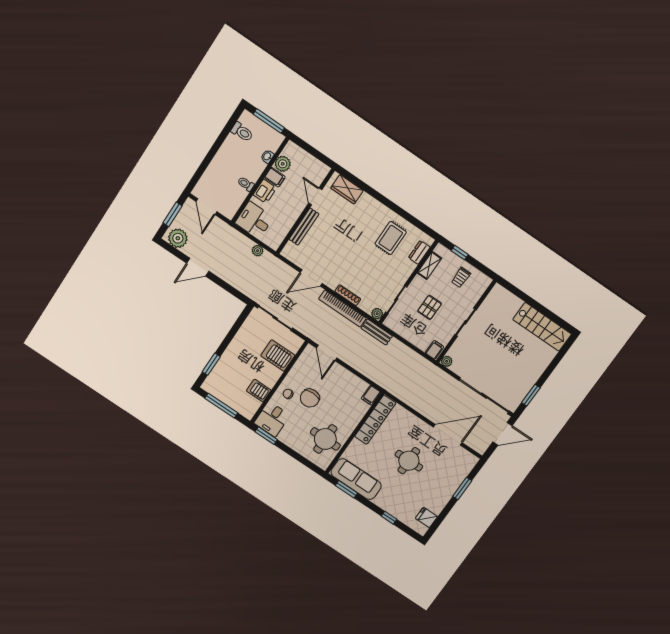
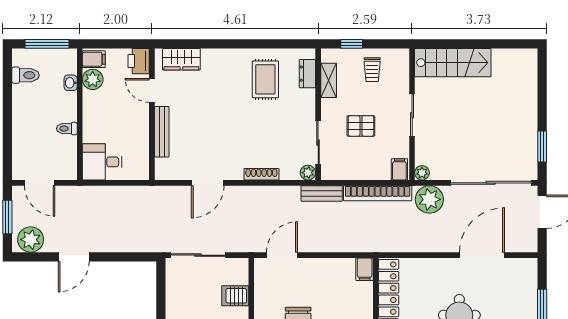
filing cabinet: (275, 177) -> (94, 59), moved
printer: (265, 191) -> (139, 61), moved, turned 180
plant: (258, 251) -> (429, 199), moved, width x1.88, depth x1.88
pallet: (430, 307) -> (361, 126), turned 90
bookcase: (342, 309) -> (378, 193), moved
stairs: (542, 327) -> (453, 63), moved
door: (327, 353) -> (282, 255), swing flipped
server rack: (278, 356) -> (235, 296), width x0.73, depth x0.70

